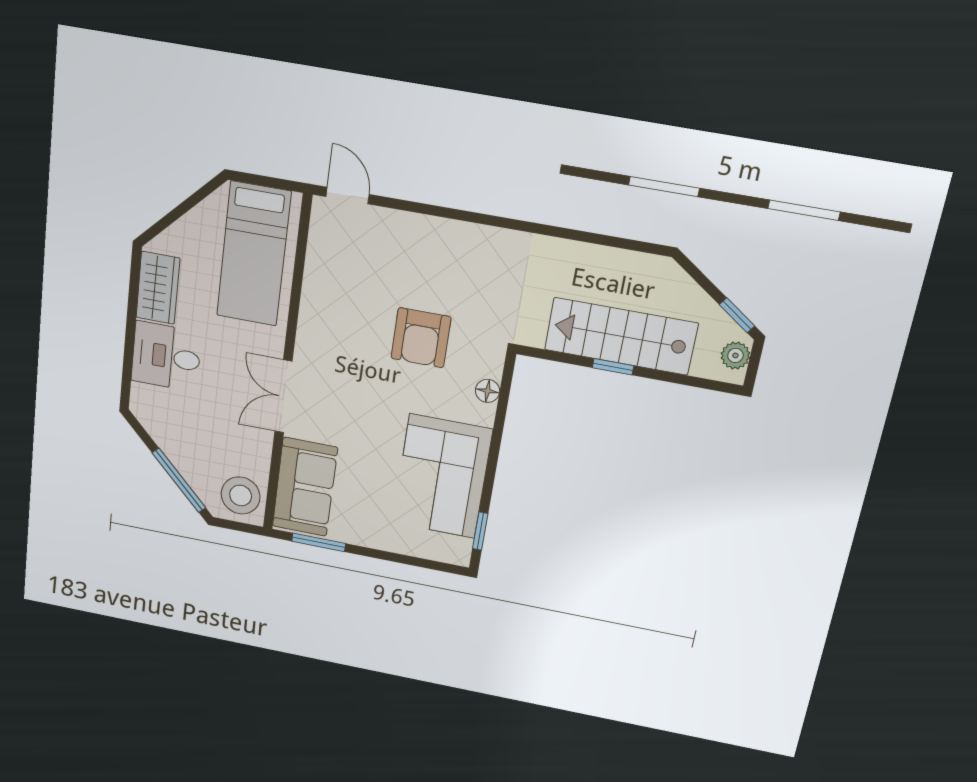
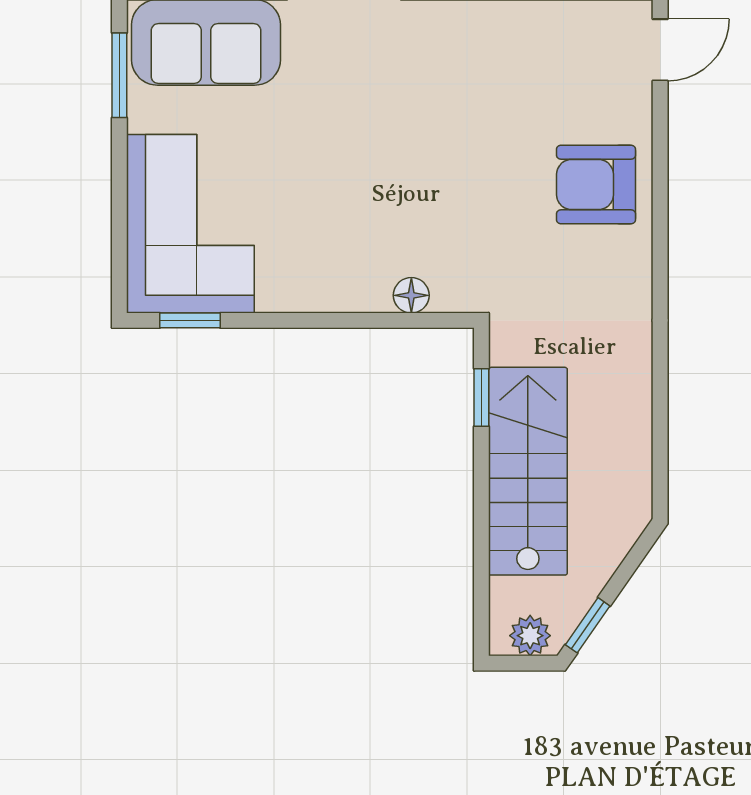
armchair: (421, 338) -> (596, 185), moved
window: (613, 367) -> (481, 398), moved
corner sofa: (442, 476) -> (190, 224), moved, turned 90

